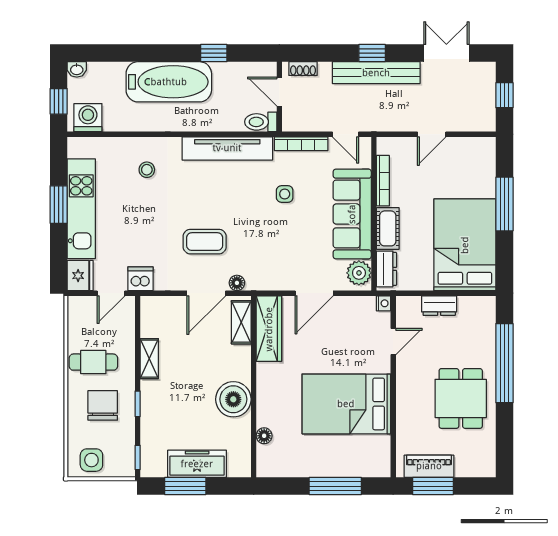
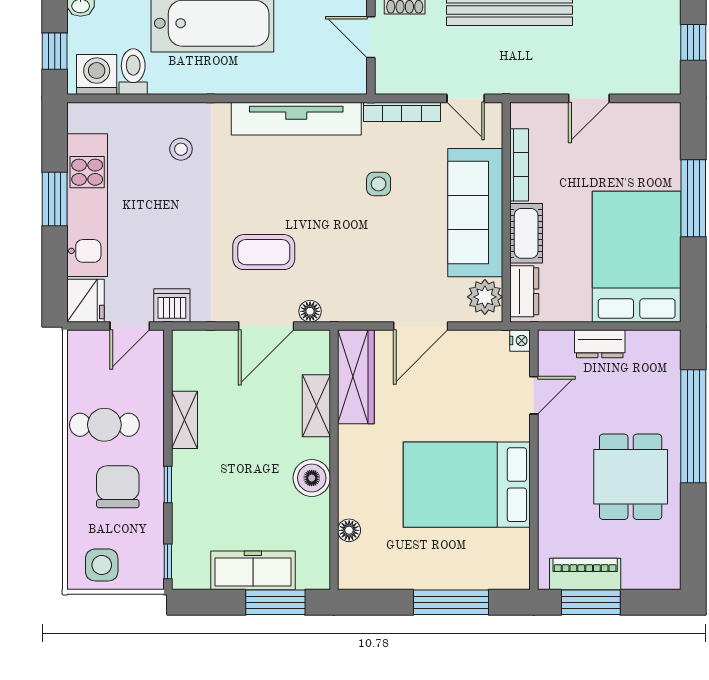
toilet: (261, 122) -> (133, 72), moved, turned 90
shelving: (241, 322) -> (316, 406), moved
boiler: (233, 399) -> (312, 478), width x0.73, depth x0.73
window: (185, 486) -> (275, 602), moved

